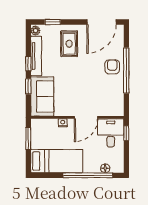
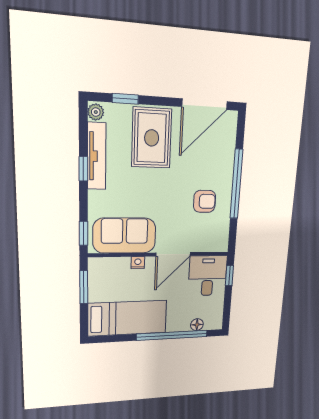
rug: (69, 44) -> (152, 138), width x1.36, depth x1.43
armchair: (112, 67) -> (205, 201), moved, turned 90
window: (28, 86) -> (84, 233), moved
sofa: (42, 96) -> (124, 236), moved, turned -90

